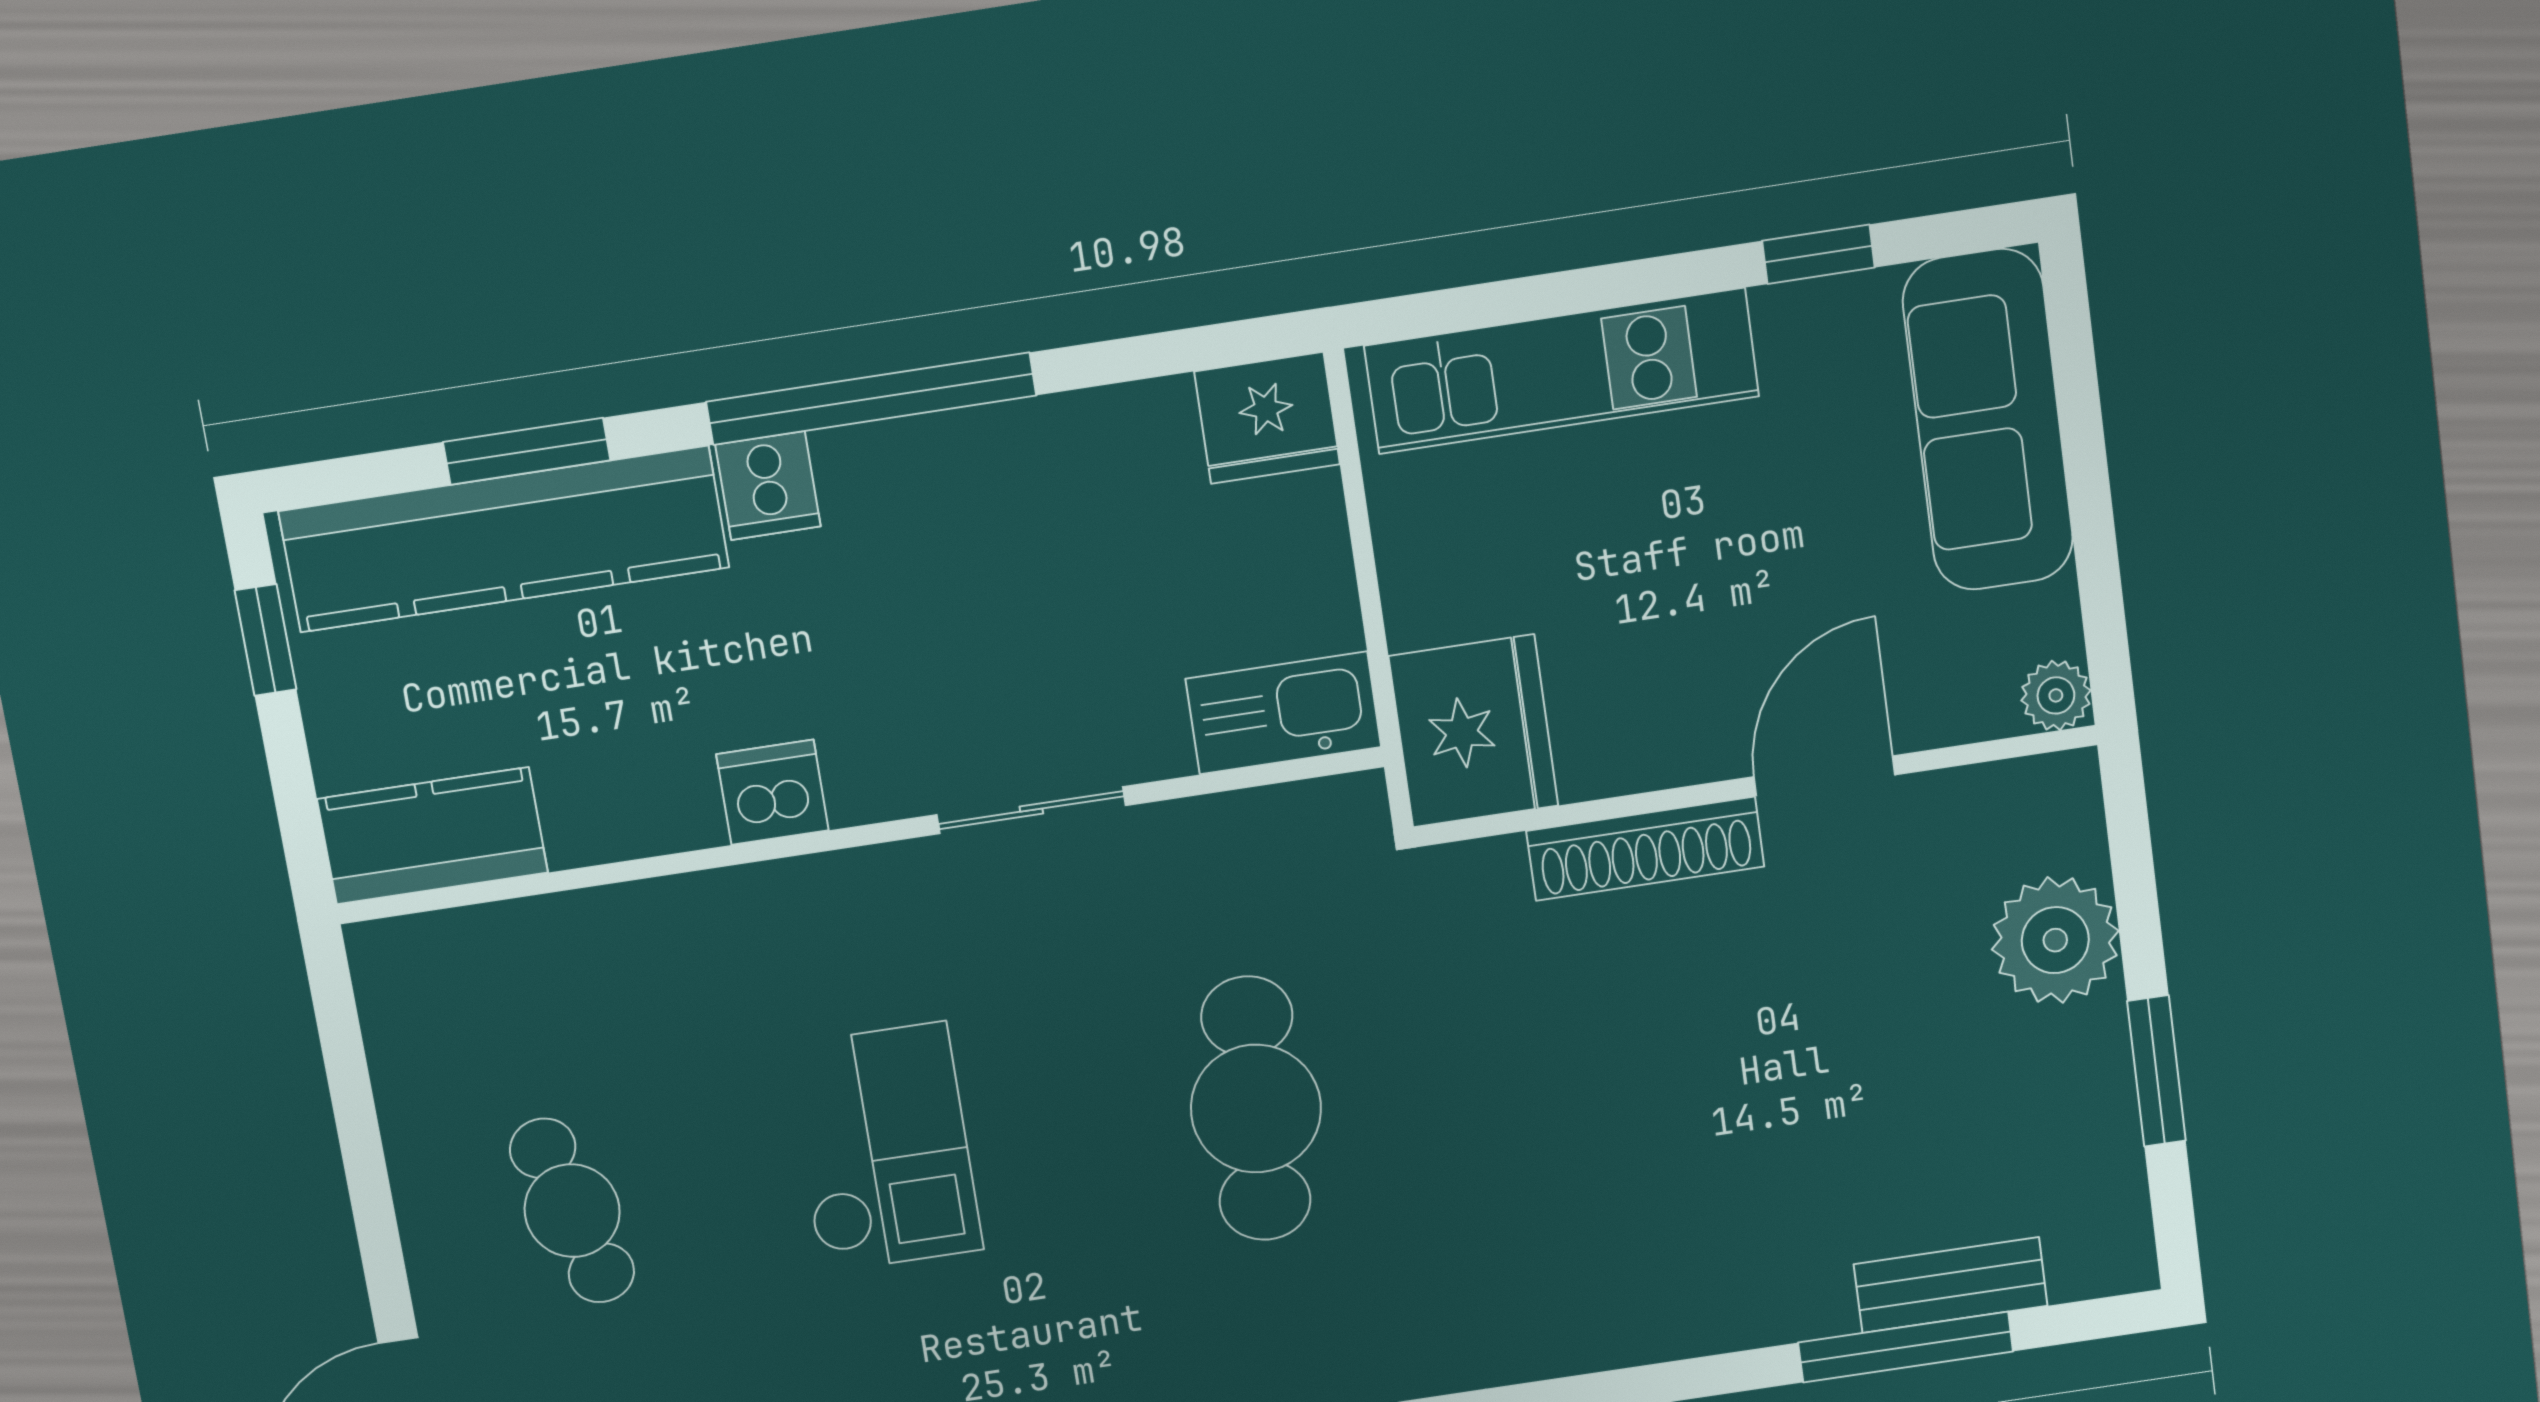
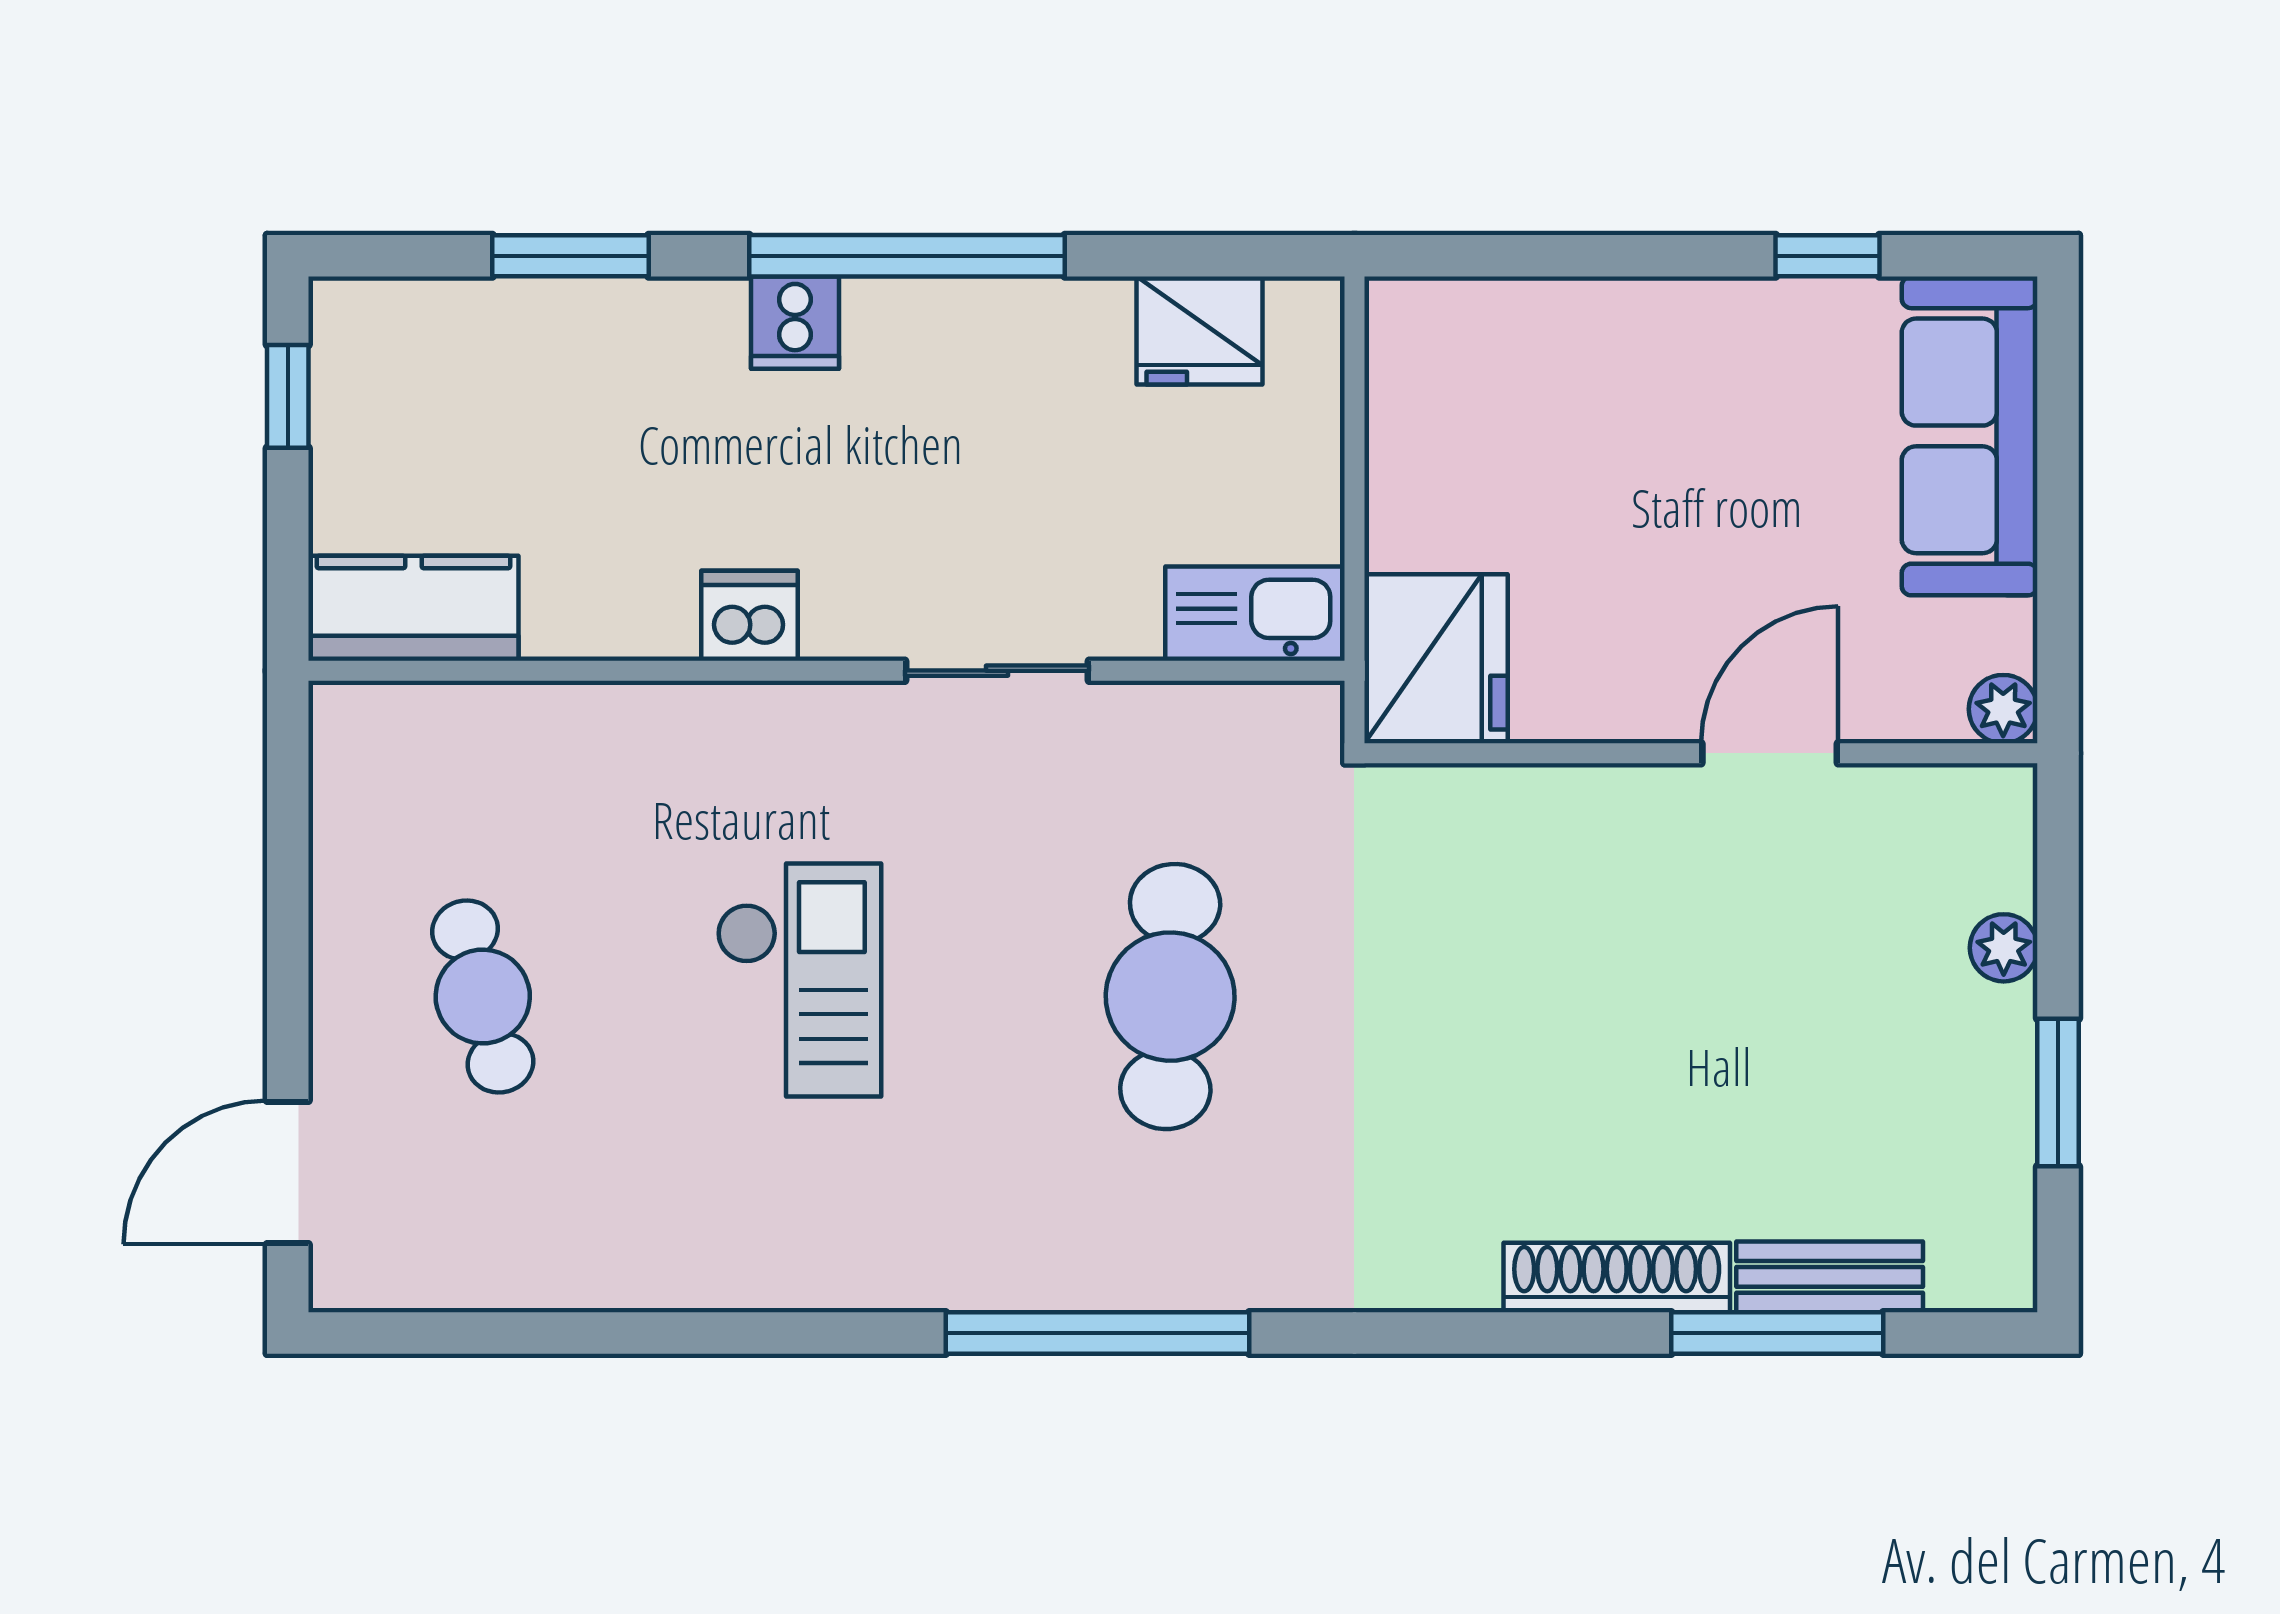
kitchen unit: (1562, 371) -> (1569, 328), removed
fridge: (1267, 418) -> (1200, 331), moved
kitchen counter: (504, 539) -> (534, 335), removed
shoe rack: (1645, 849) -> (1617, 1278), moved, turned 180
plant: (2055, 940) -> (2004, 948), width x0.53, depth x0.53

